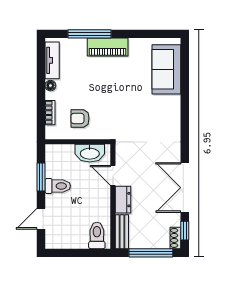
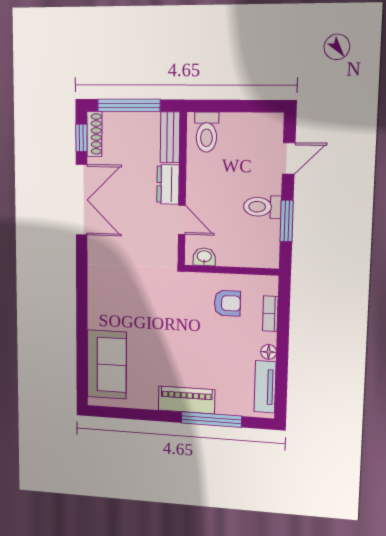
washbasin: (90, 153) -> (204, 257), width x0.52, depth x0.69
shoe rack: (175, 238) -> (94, 134), width x1.43

